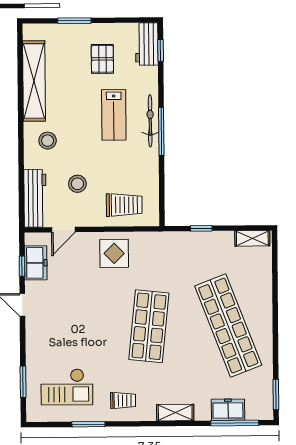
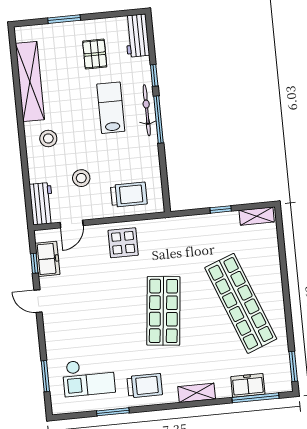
window: (161, 50) -> (154, 75), moved
lab bench: (114, 115) -> (111, 108), turned 180
workbench: (35, 198) -> (42, 204), width x0.73
window: (201, 228) -> (221, 209), moved
trolley: (123, 401) -> (145, 386), width x1.36, depth x1.39

